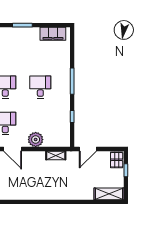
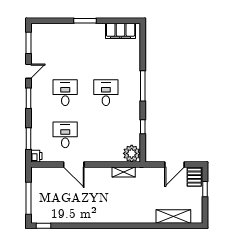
plant: (36, 140) -> (132, 153), moved
door: (88, 149) -> (175, 164), moved
shelving: (109, 194) -> (173, 216), moved

